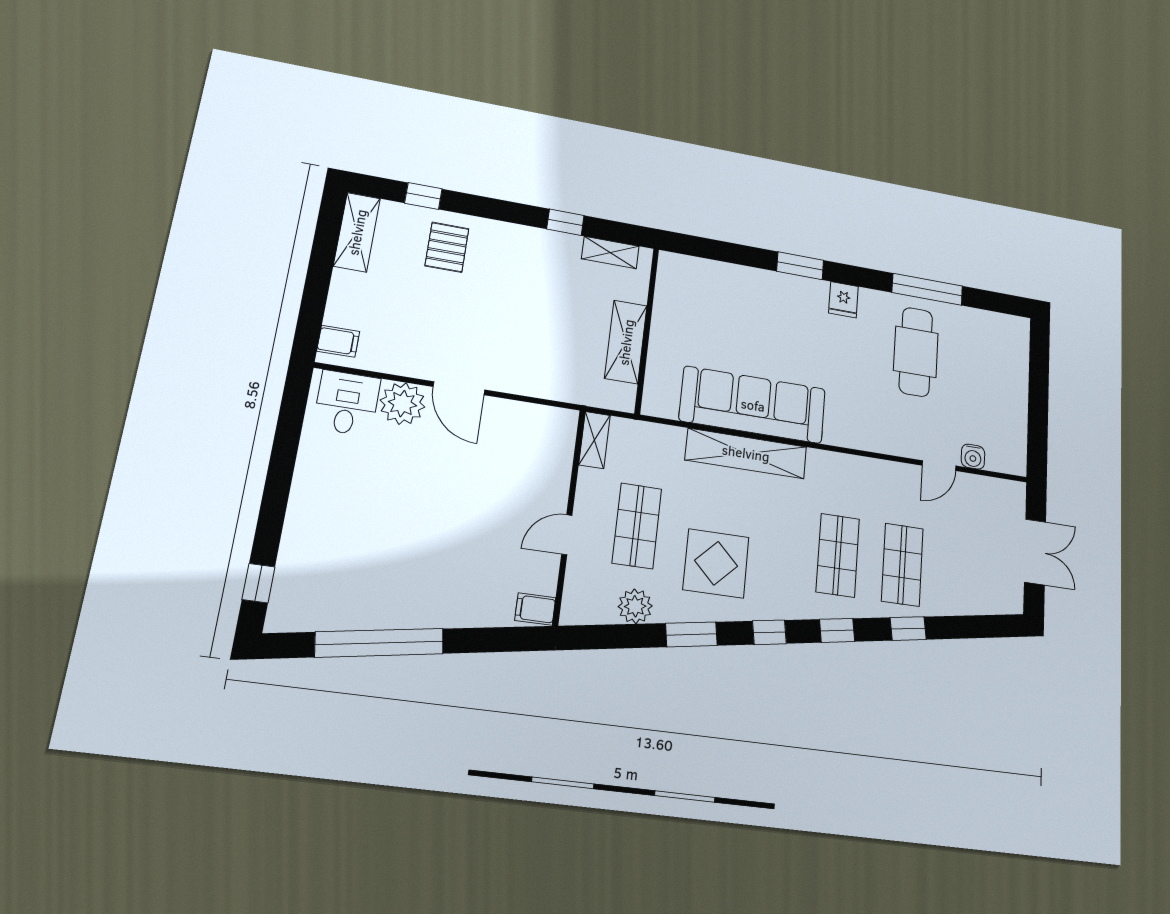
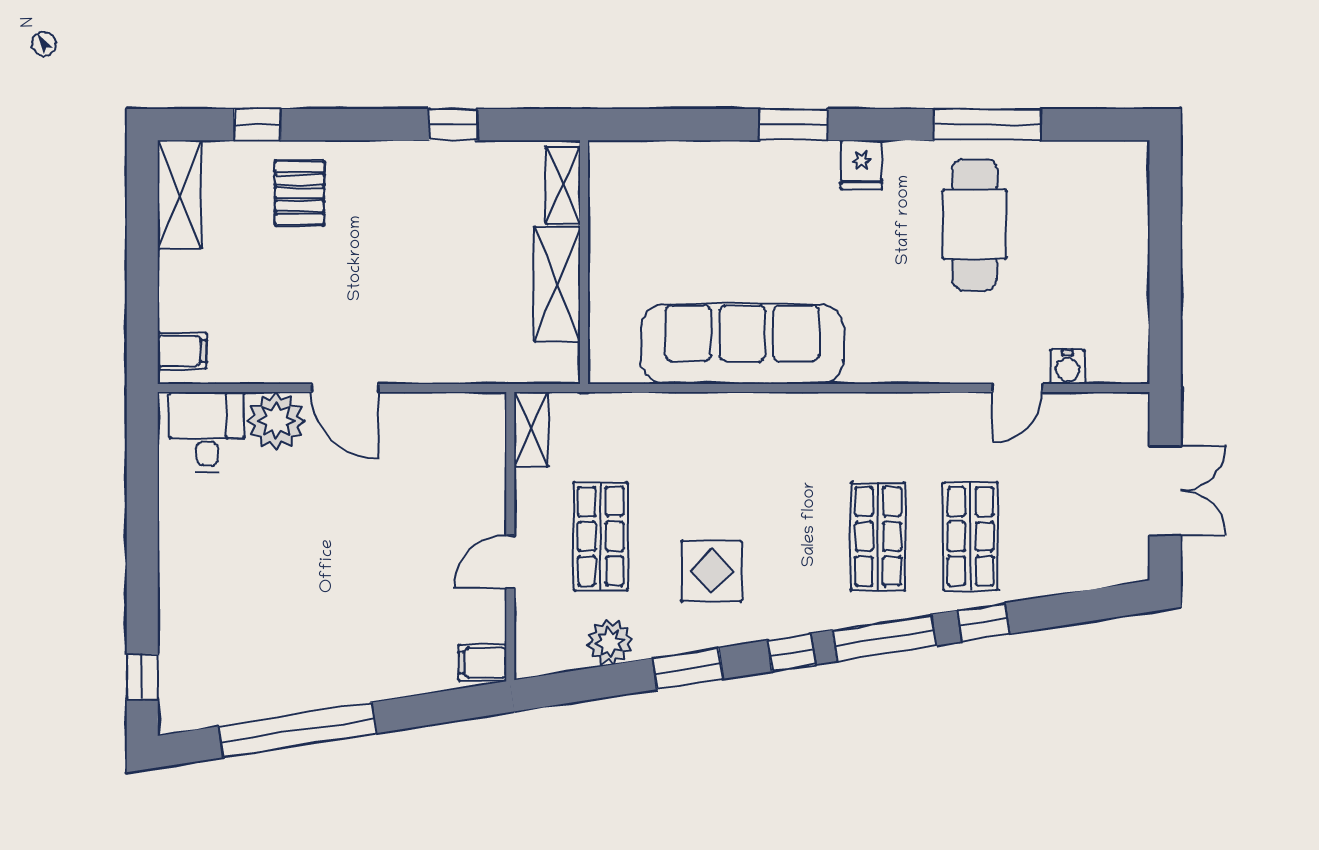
shelving: (610, 252) -> (563, 185), moved, turned 90
shelving: (746, 453) -> (739, 415), removed
display table: (716, 563) -> (711, 571), width x0.73, depth x0.73
window: (837, 630) -> (884, 638), width x2.17

